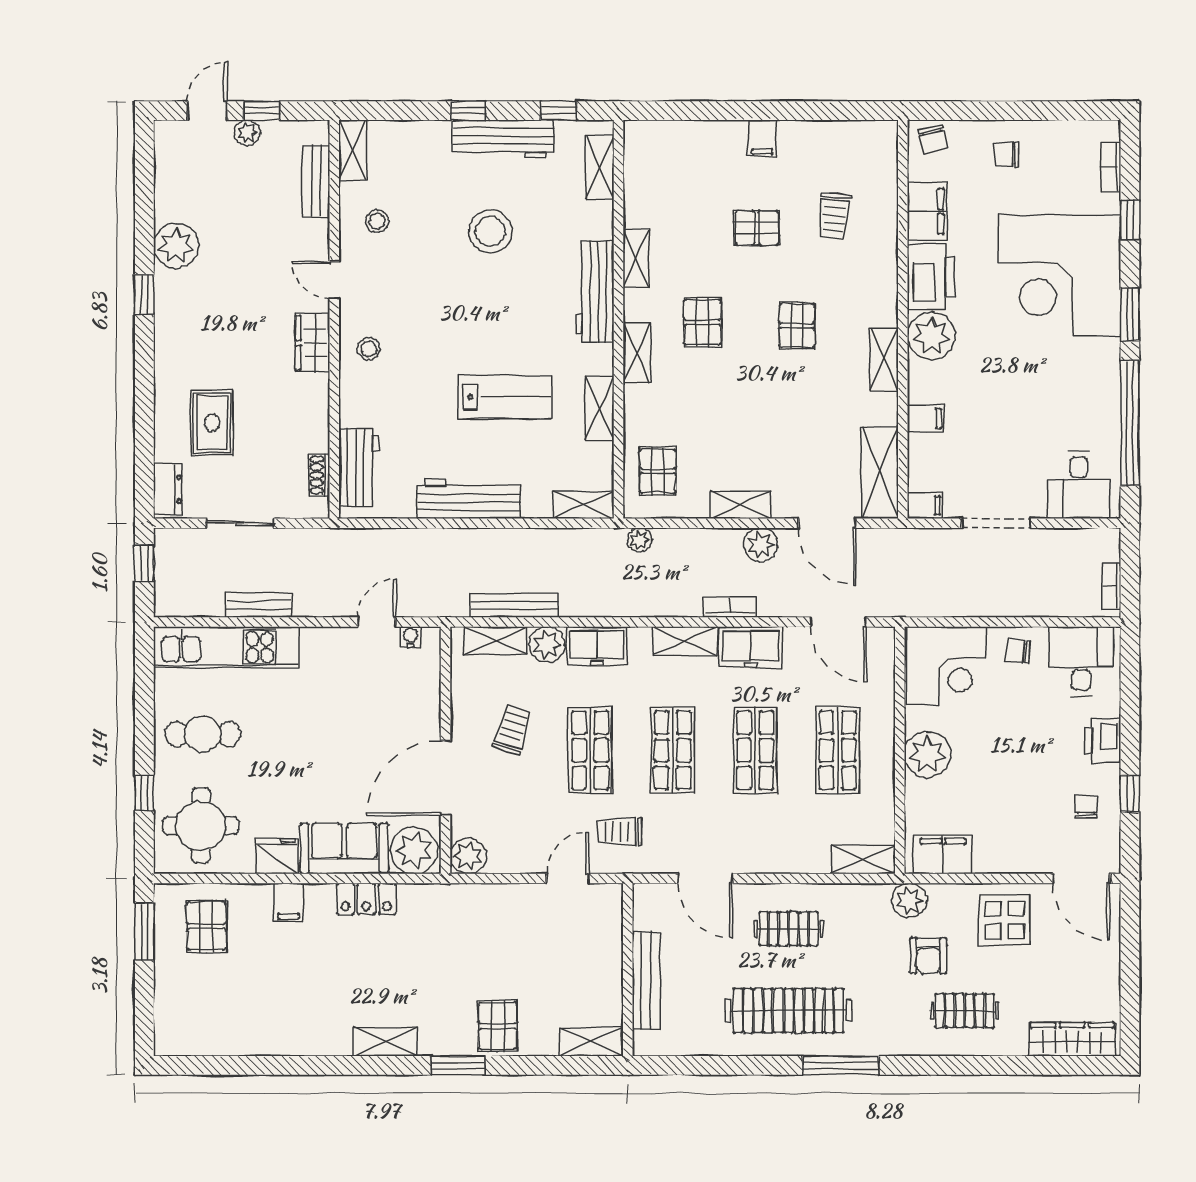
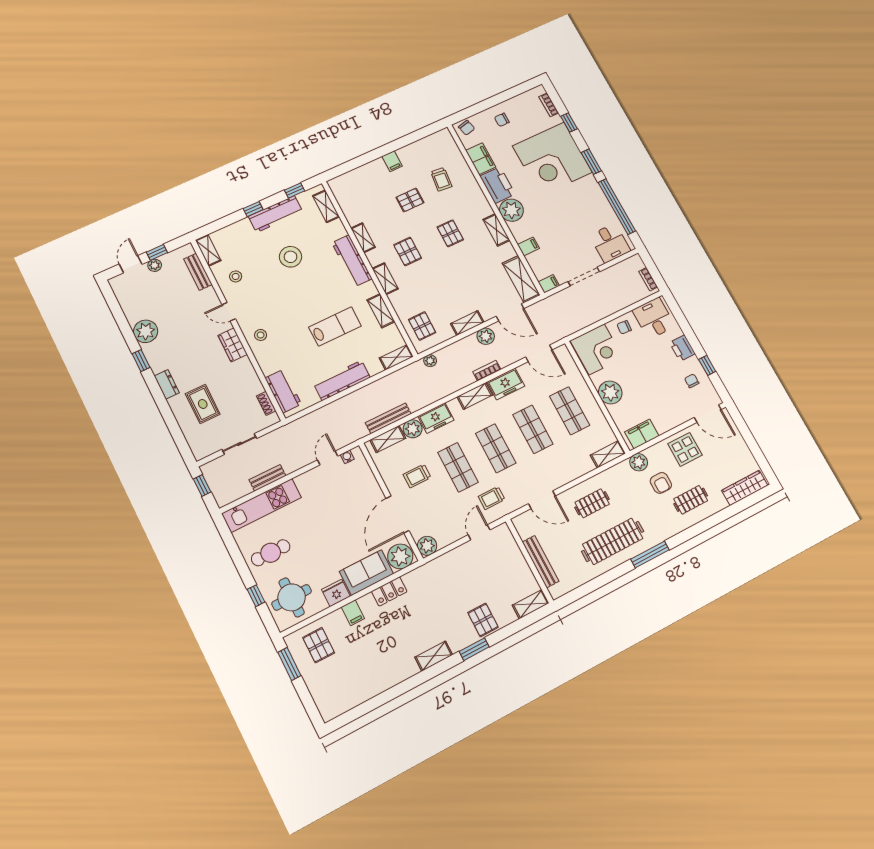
dresser: (168, 489) -> (167, 384), moved
trolley: (512, 730) -> (417, 476), turned -107

